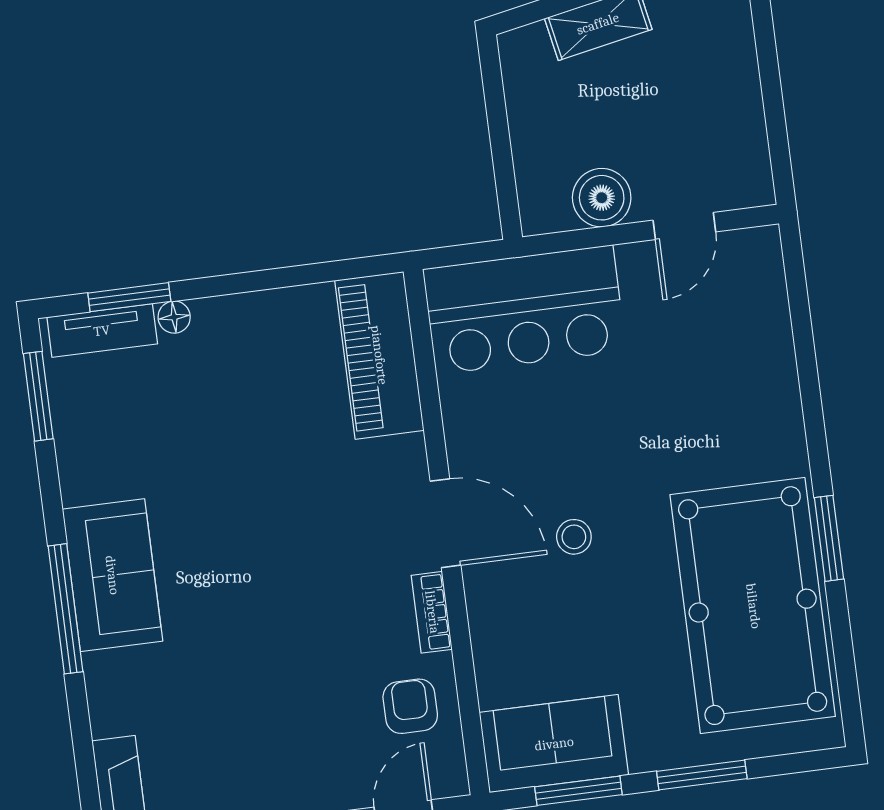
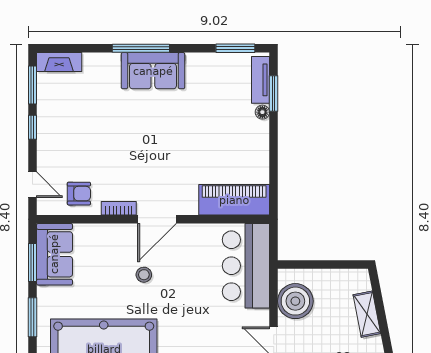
boiler: (602, 198) -> (295, 301), width x1.37, depth x1.37

